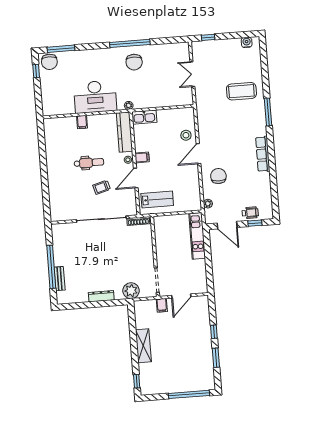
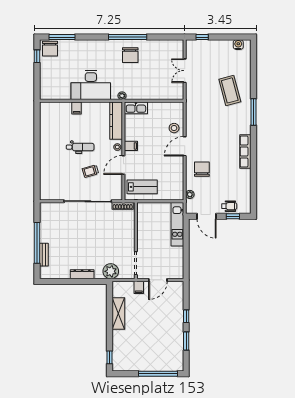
coffee table: (241, 91) -> (230, 90), turned 75
shelving: (143, 346) -> (118, 313), moved

